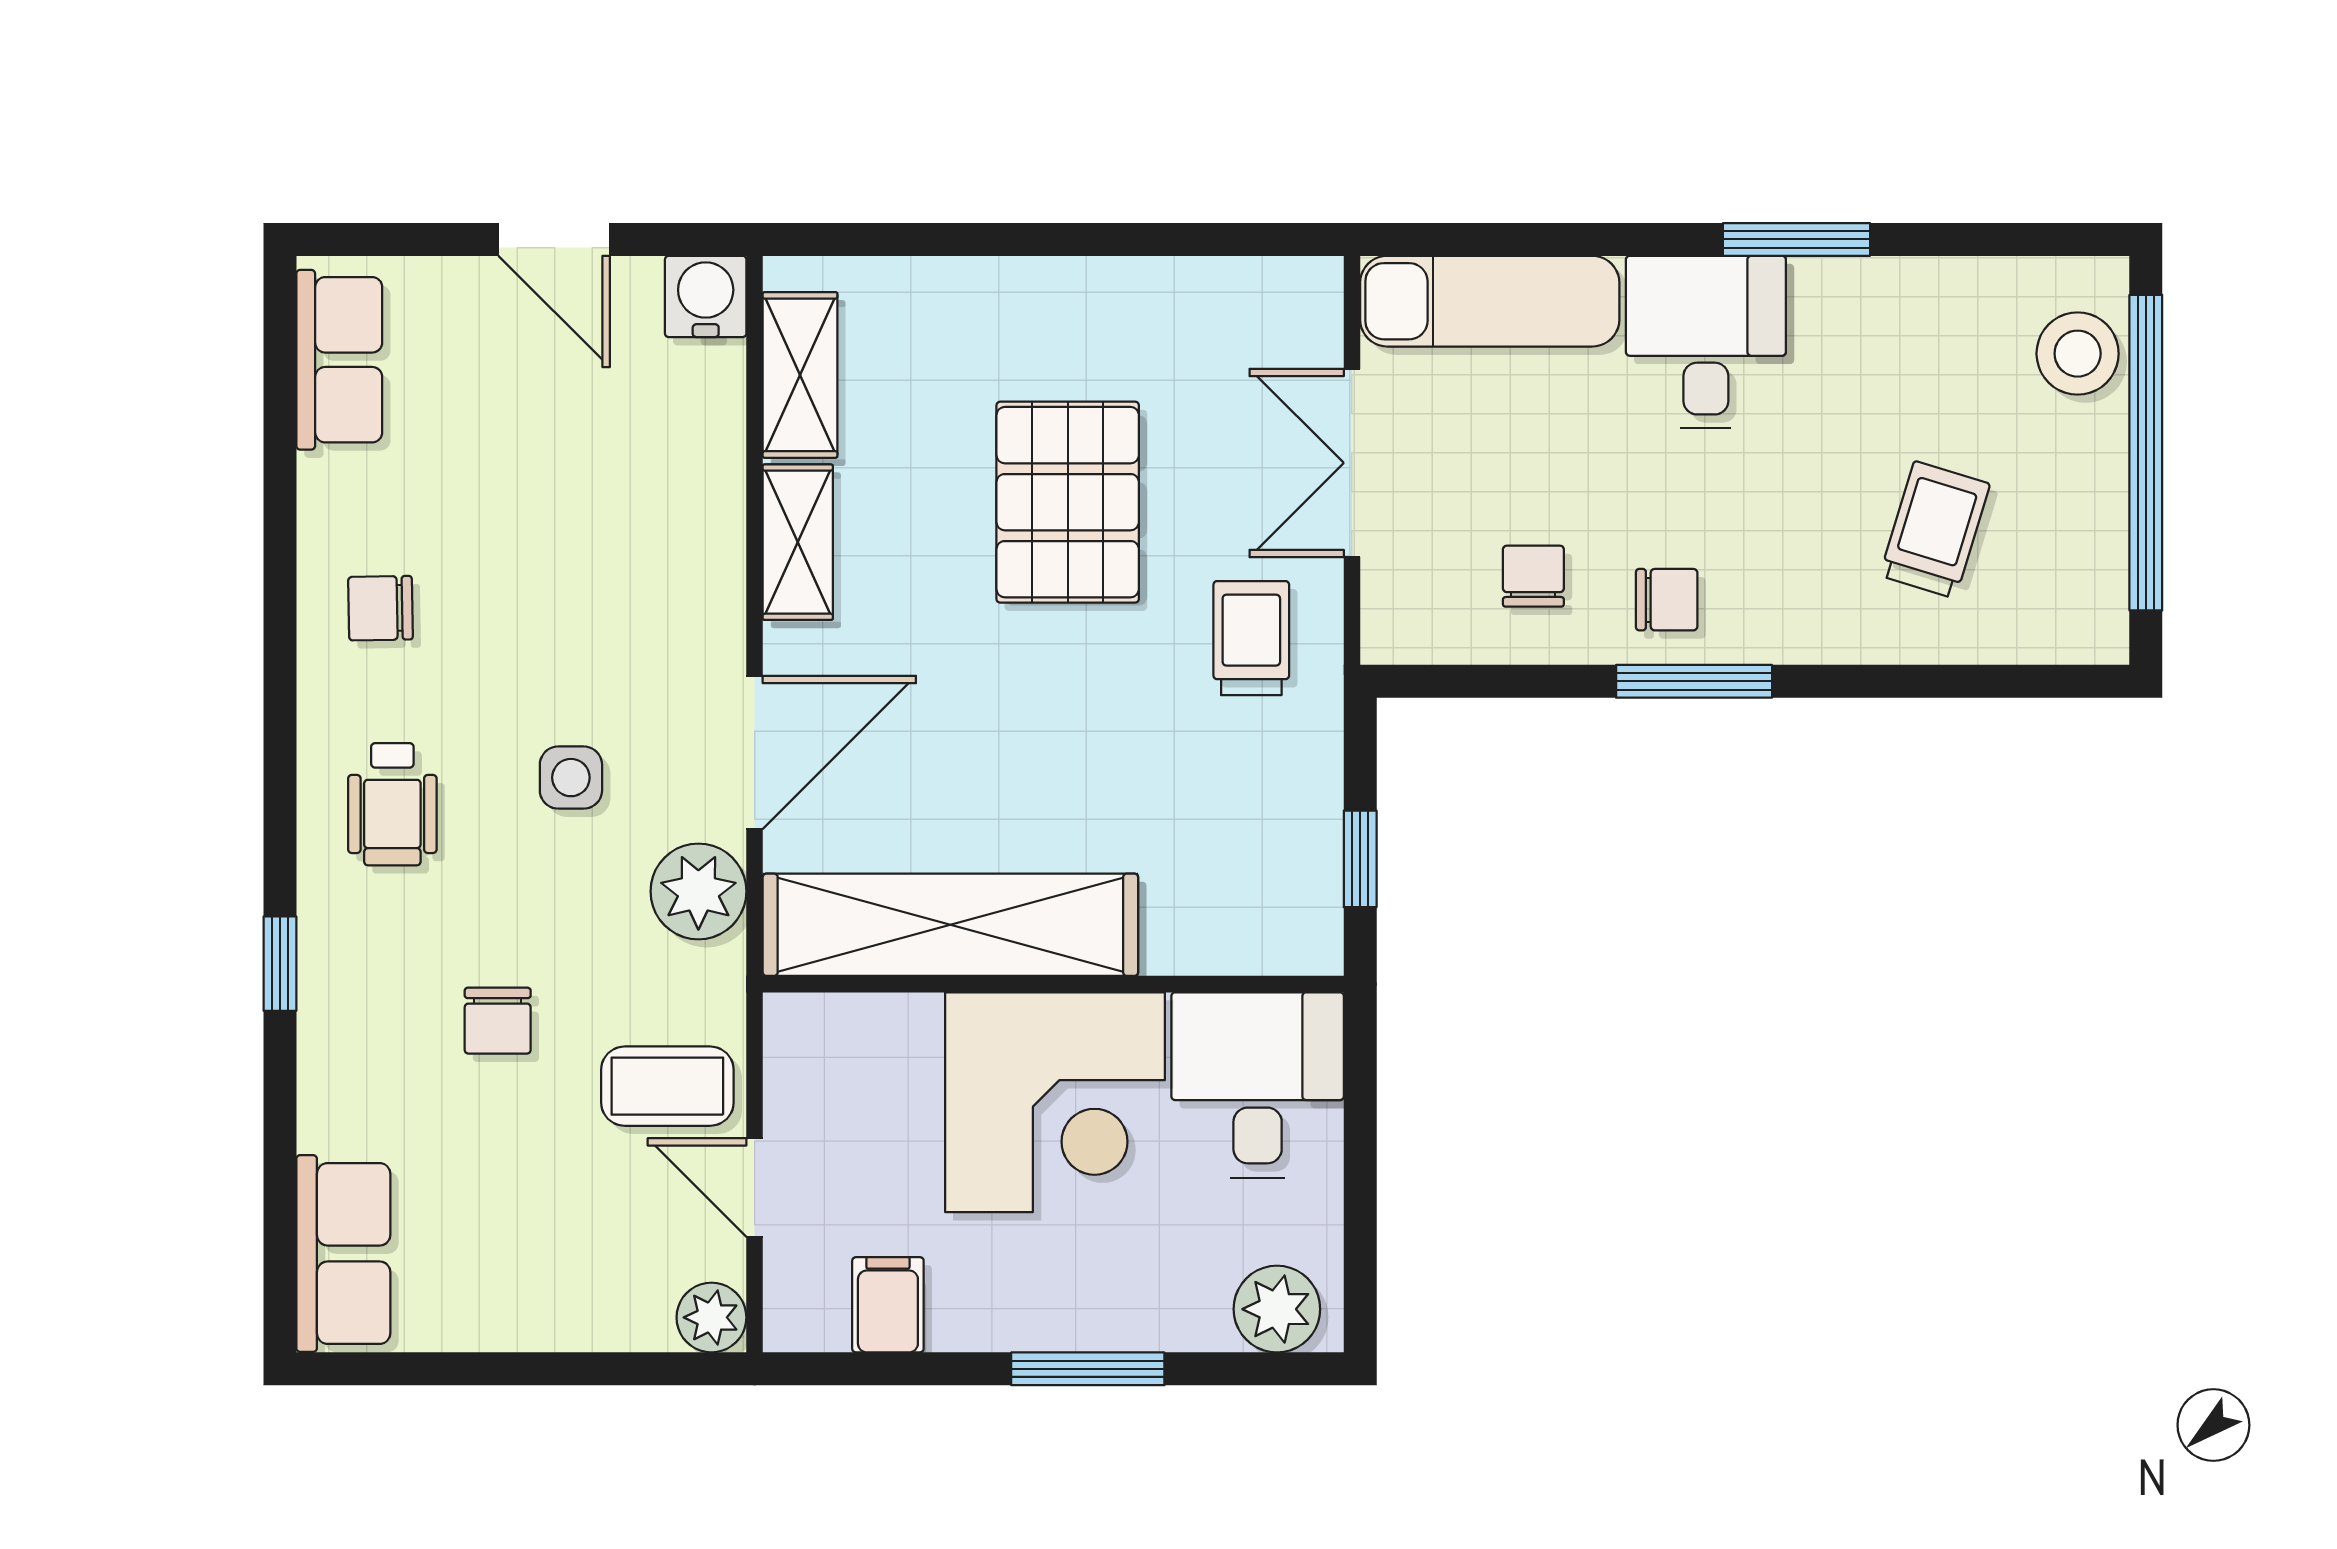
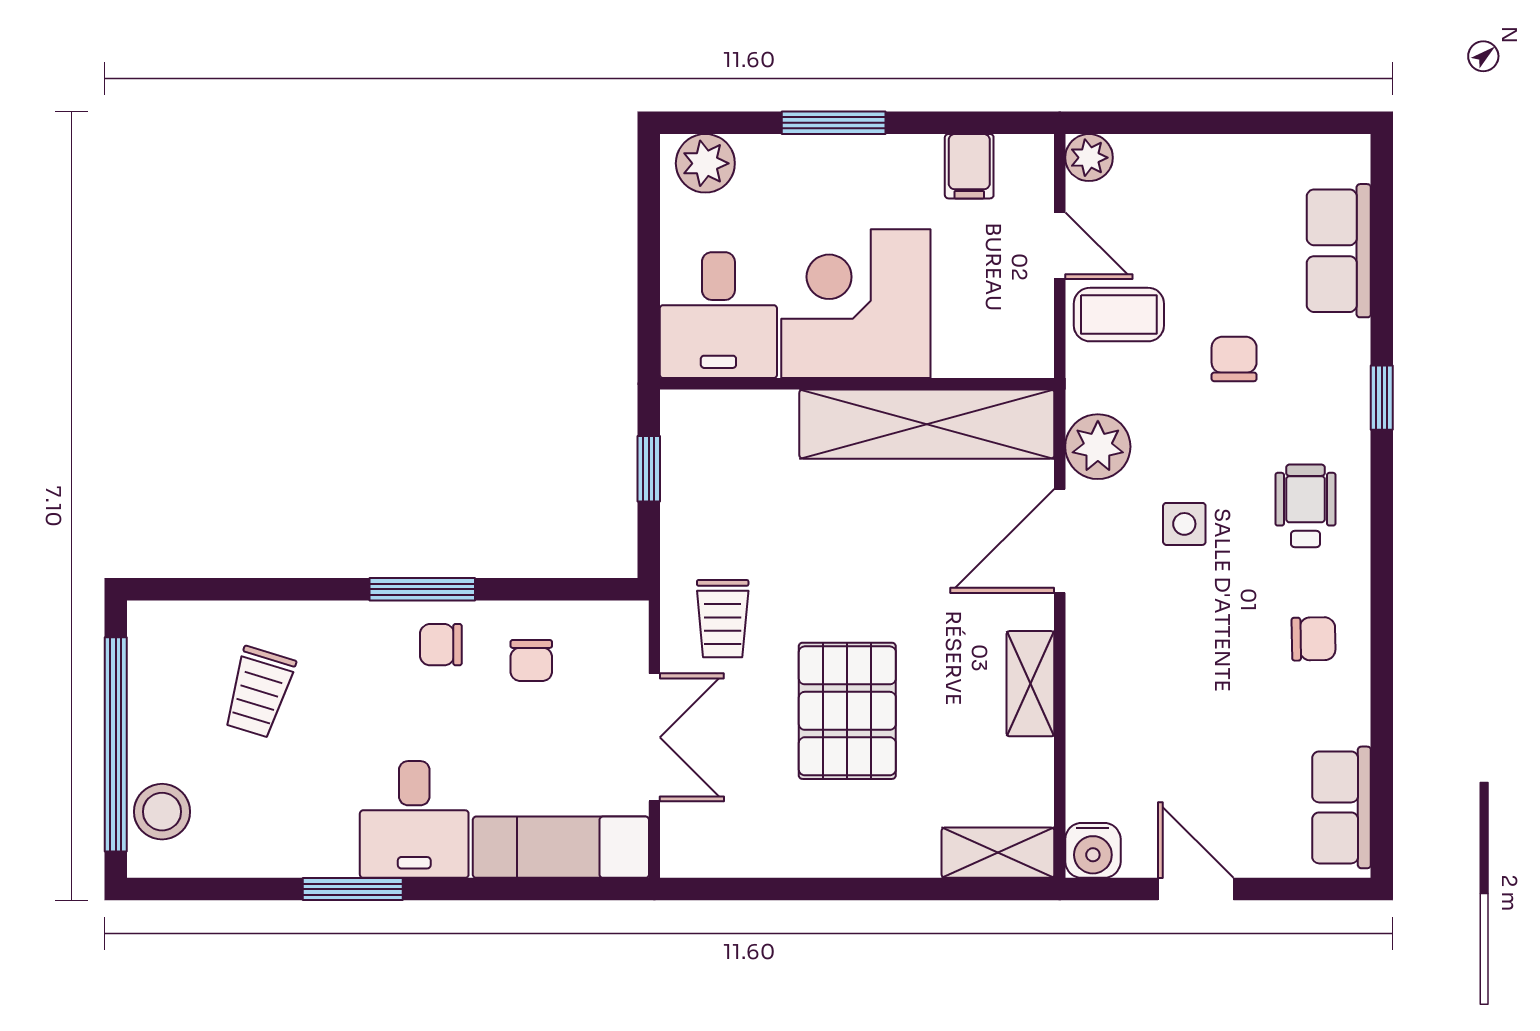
shelving: (800, 375) -> (998, 853), moved, turned 90
row of seats: (343, 1253) -> (1339, 251), moved

